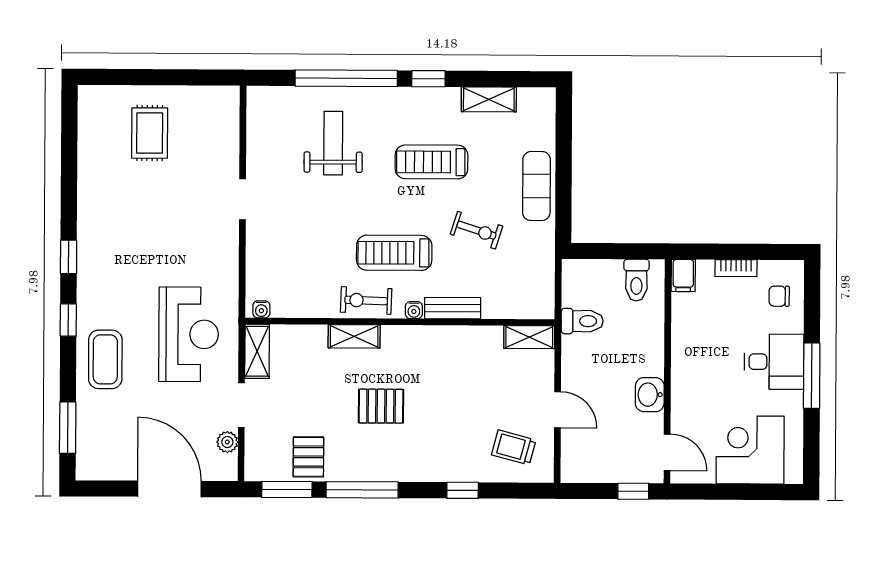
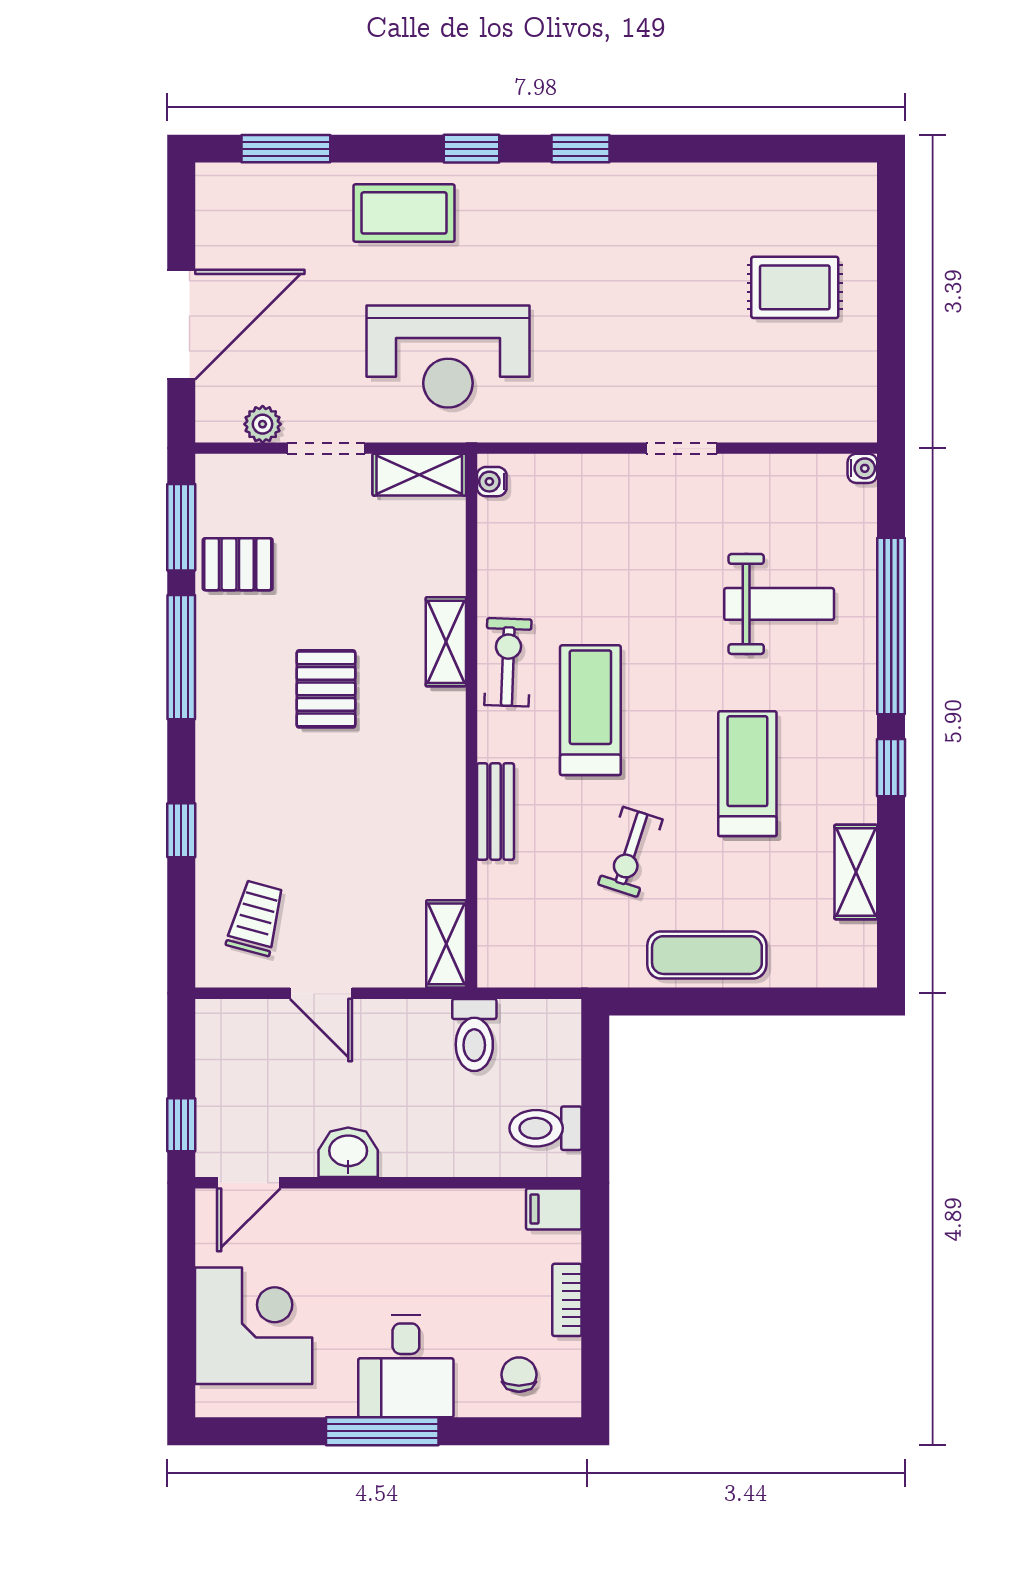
water cooler: (414, 310) -> (862, 468), moved, turned 180
door: (557, 410) -> (321, 993), hinge flipped

